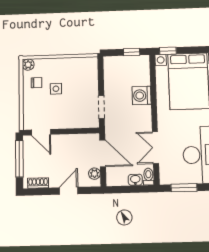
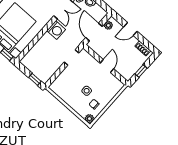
window: (132, 52) -> (35, 79), moved
washing machine: (142, 95) -> (56, 30), moved
door: (41, 132) -> (107, 66), moved
window: (19, 159) -> (141, 71), width x0.46

